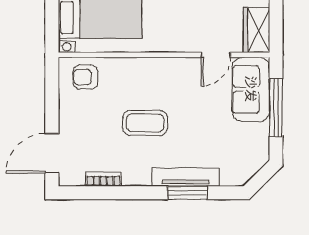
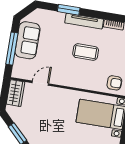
sofa: (251, 89) -> (28, 40), moved
tv unit: (185, 177) -> (84, 21), moved

